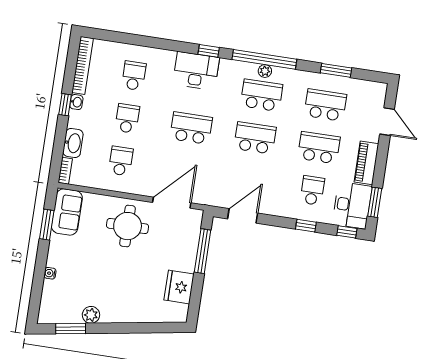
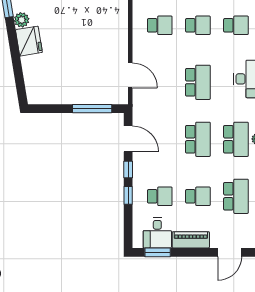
school desk: (319, 148) -> (198, 196), width x0.54
door: (172, 203) -> (130, 75), width x0.73
desk: (352, 205) -> (157, 233), width x0.73
round table: (128, 226) -> (104, 40), removed
window: (347, 232) -> (128, 170), moved
fridge: (179, 287) -> (29, 41), moved, turned 81

